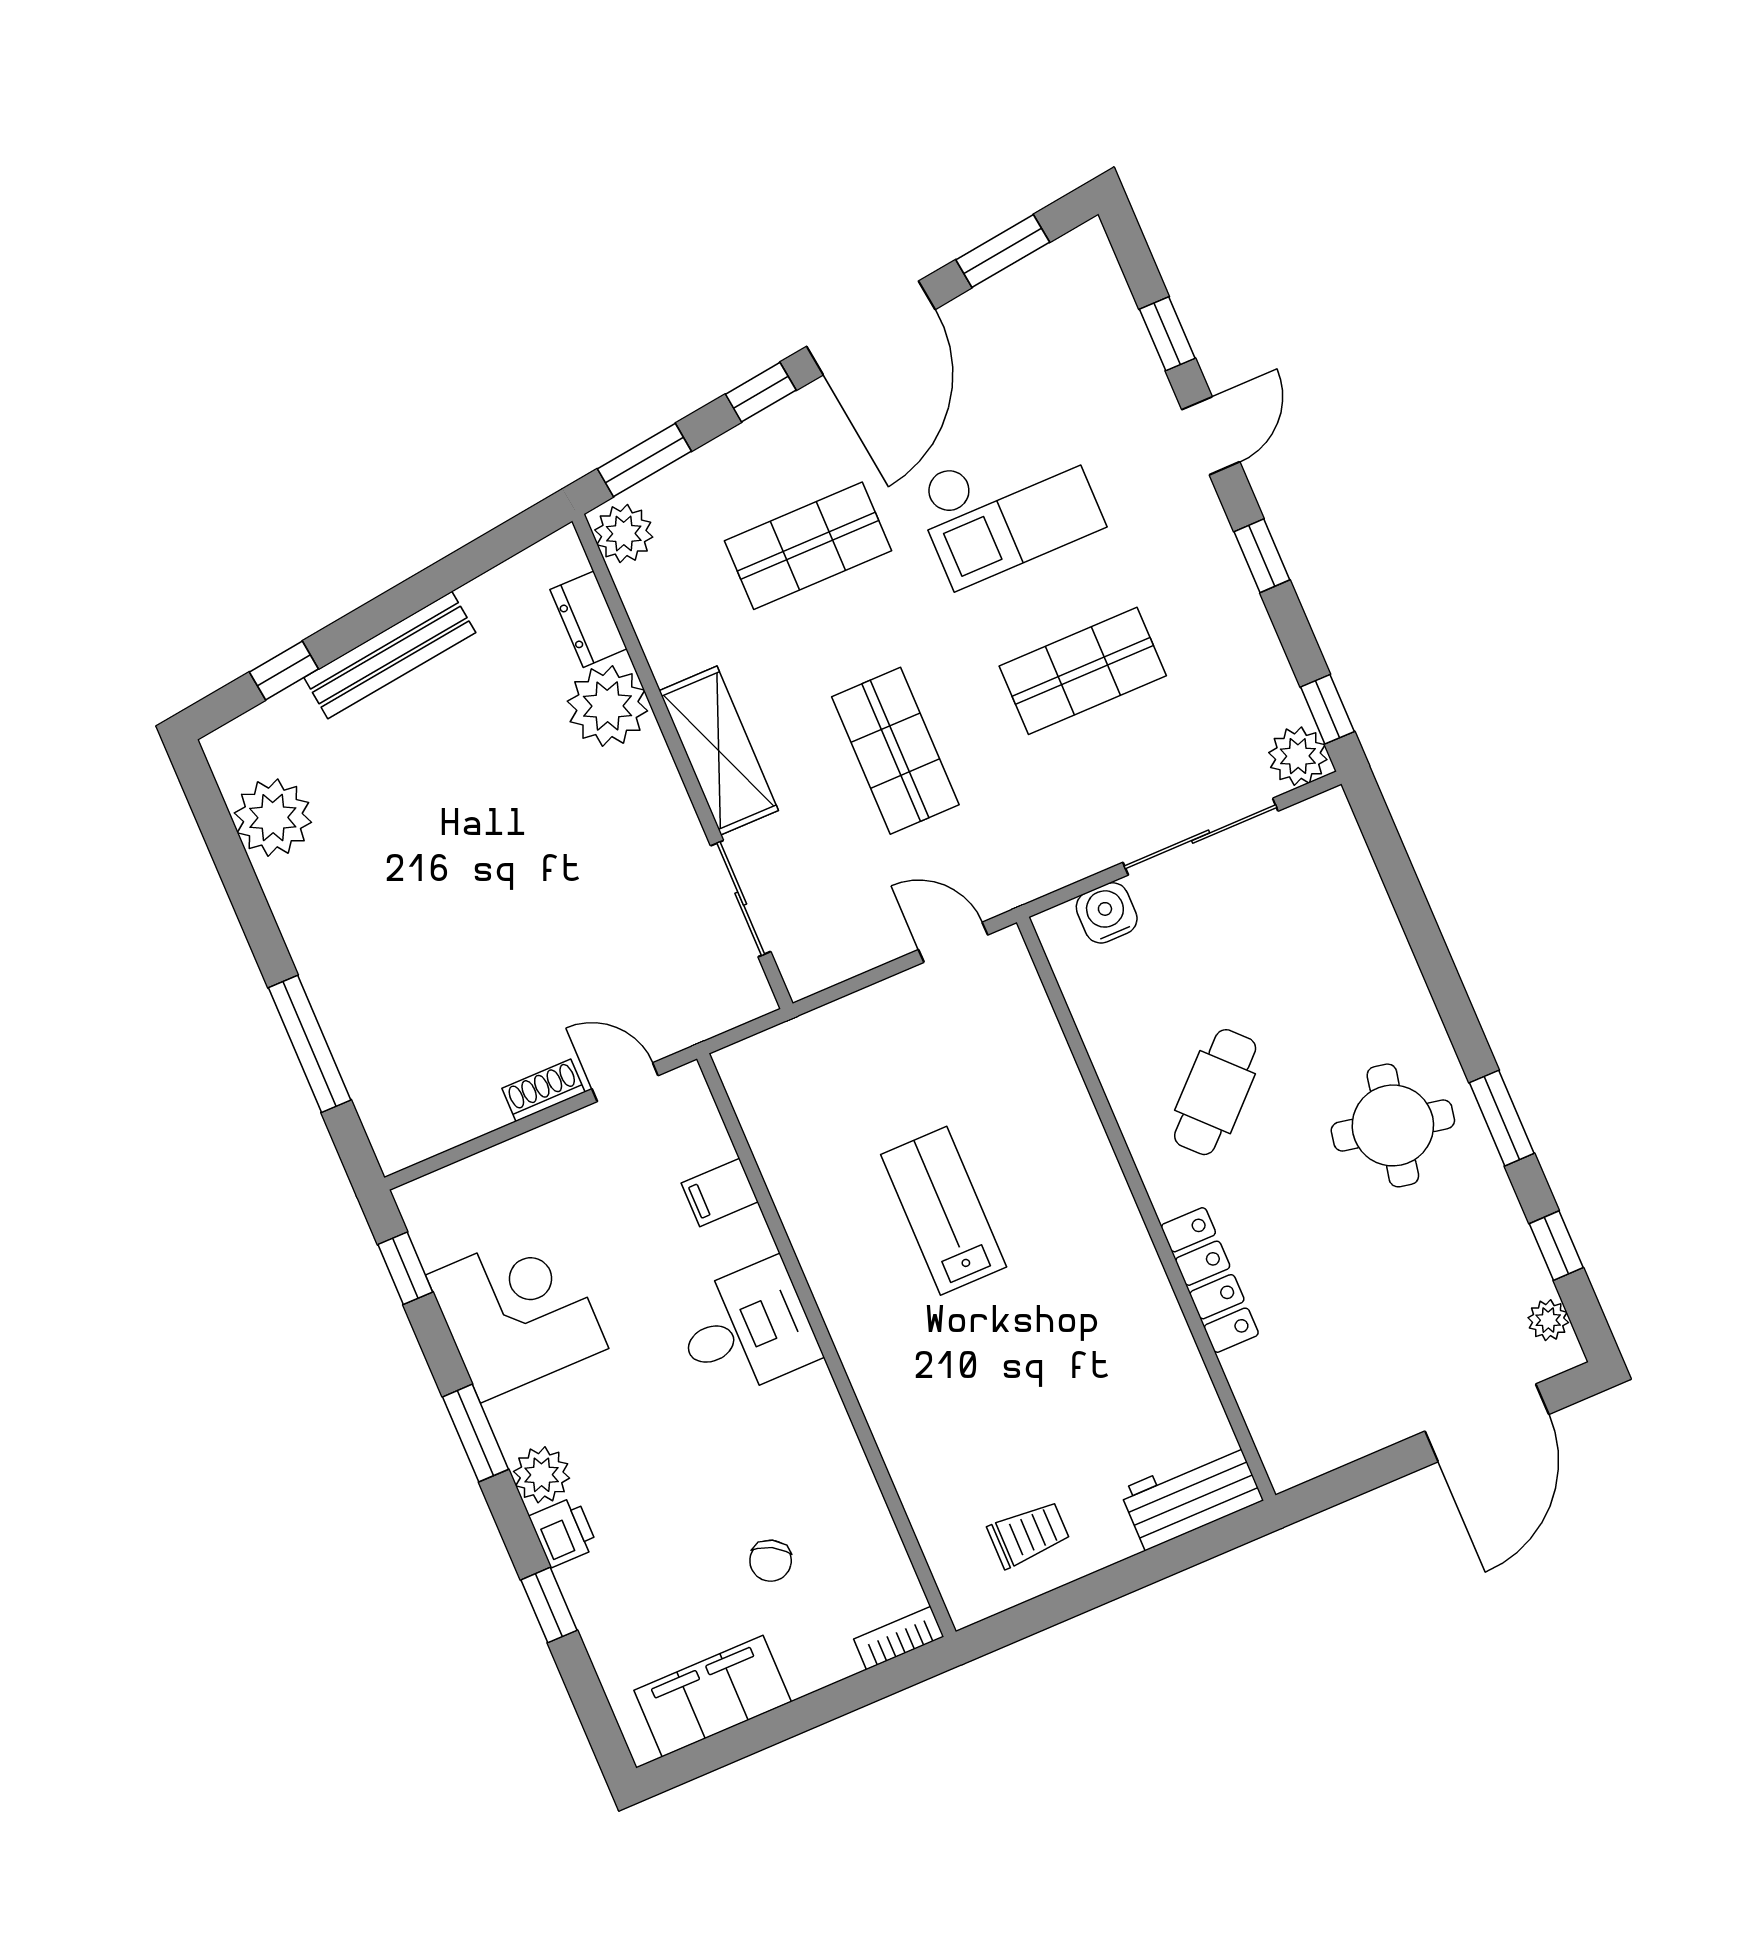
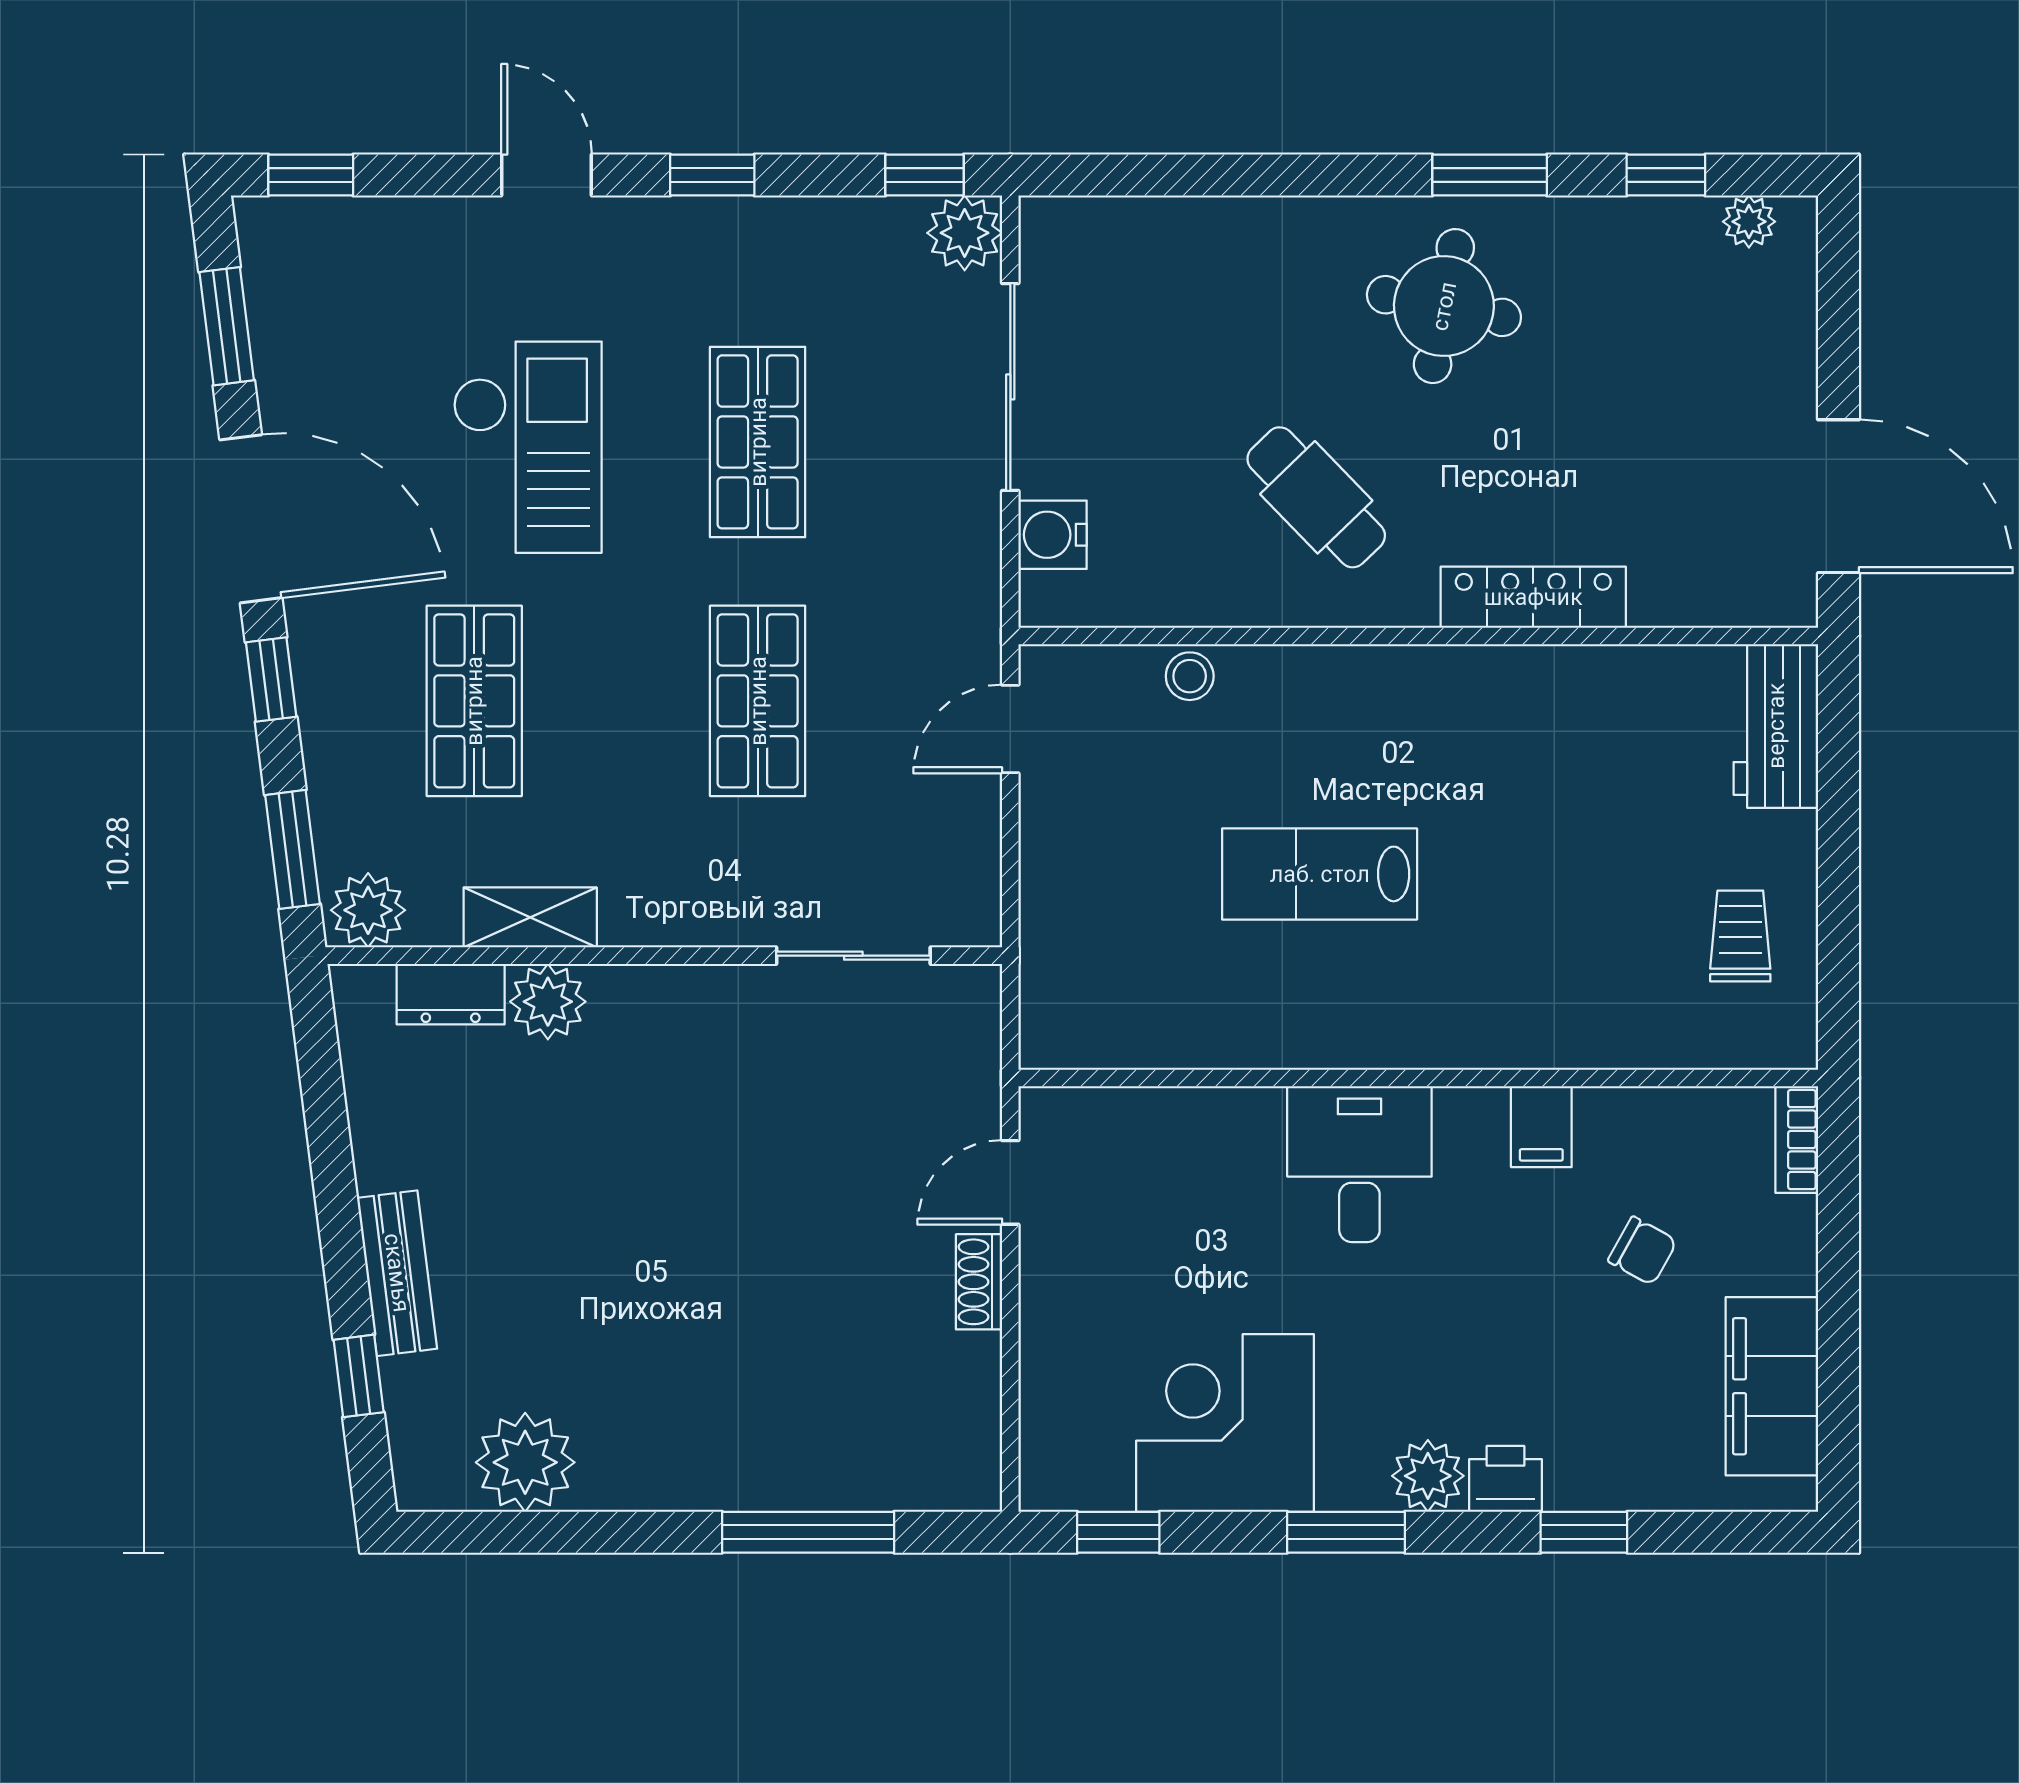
window: (1167, 334) -> (311, 175), moved
bench: (390, 655) -> (397, 1273), width x0.73
plant: (607, 706) -> (548, 1002), width x0.73, depth x0.73
shelving: (719, 751) -> (530, 917), moved, width x0.67, depth x0.75
shop shelf: (895, 751) -> (758, 701), turned 90
stool: (1047, 1056) -> (1190, 676), added
filing cabinet: (720, 1192) -> (1541, 1127), moved
door: (1487, 1423) -> (1839, 496), moved

